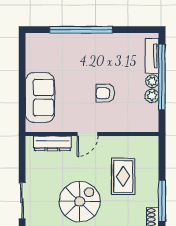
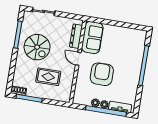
armchair: (105, 93) -> (102, 74), width x1.88, depth x1.88
sofa: (40, 97) -> (92, 38), moved, turned -90

